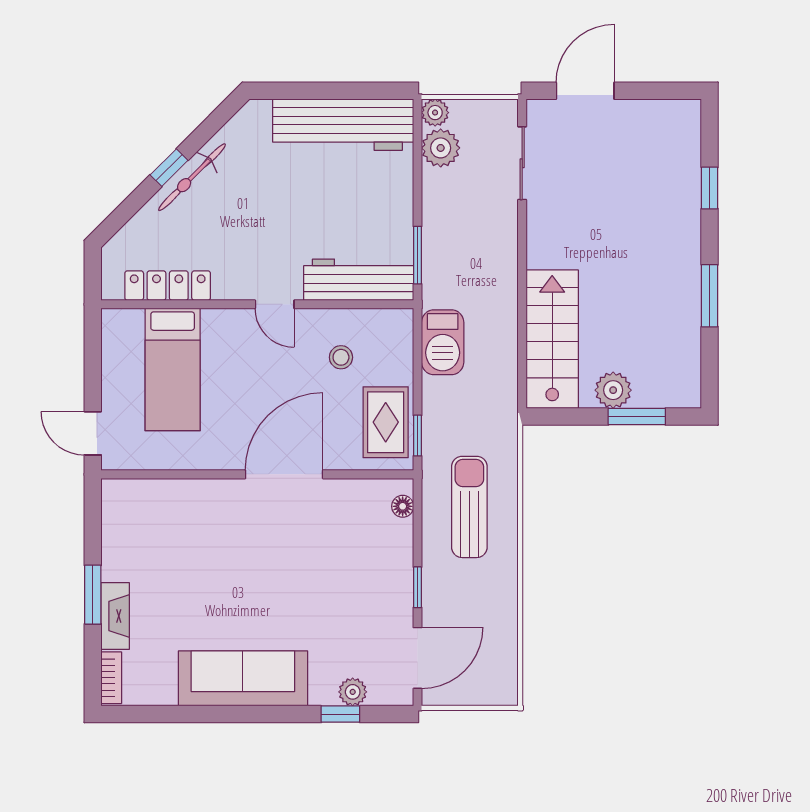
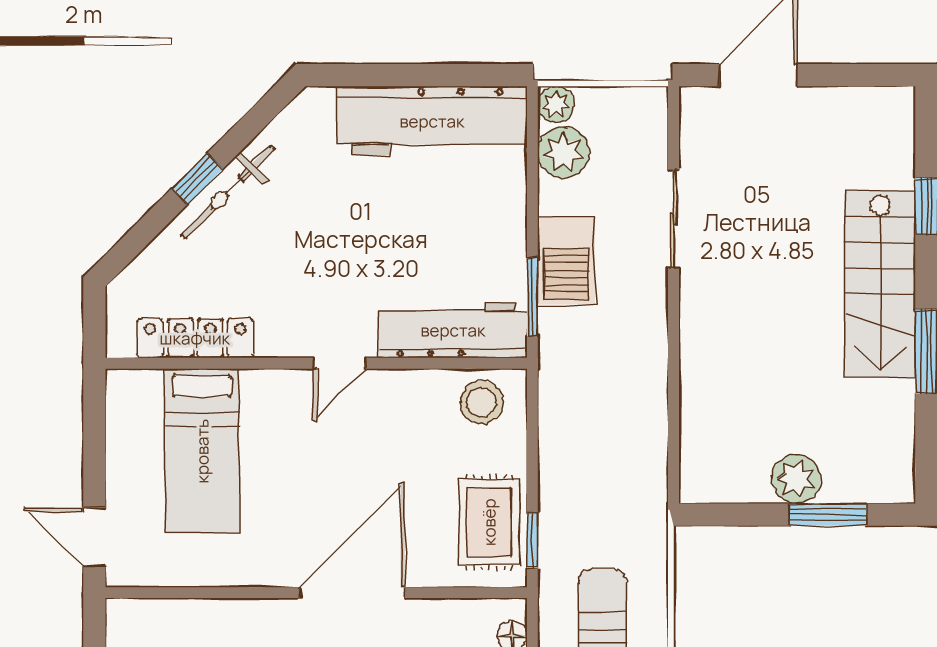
sliding door: (522, 163) -> (674, 219), moved
door: (275, 304) -> (340, 363), hinge flipped
stairs: (552, 339) -> (880, 284), moved, turned 180
barbecue: (443, 342) -> (566, 261), moved
stool: (341, 357) -> (482, 402), moved, width x1.37, depth x1.37

